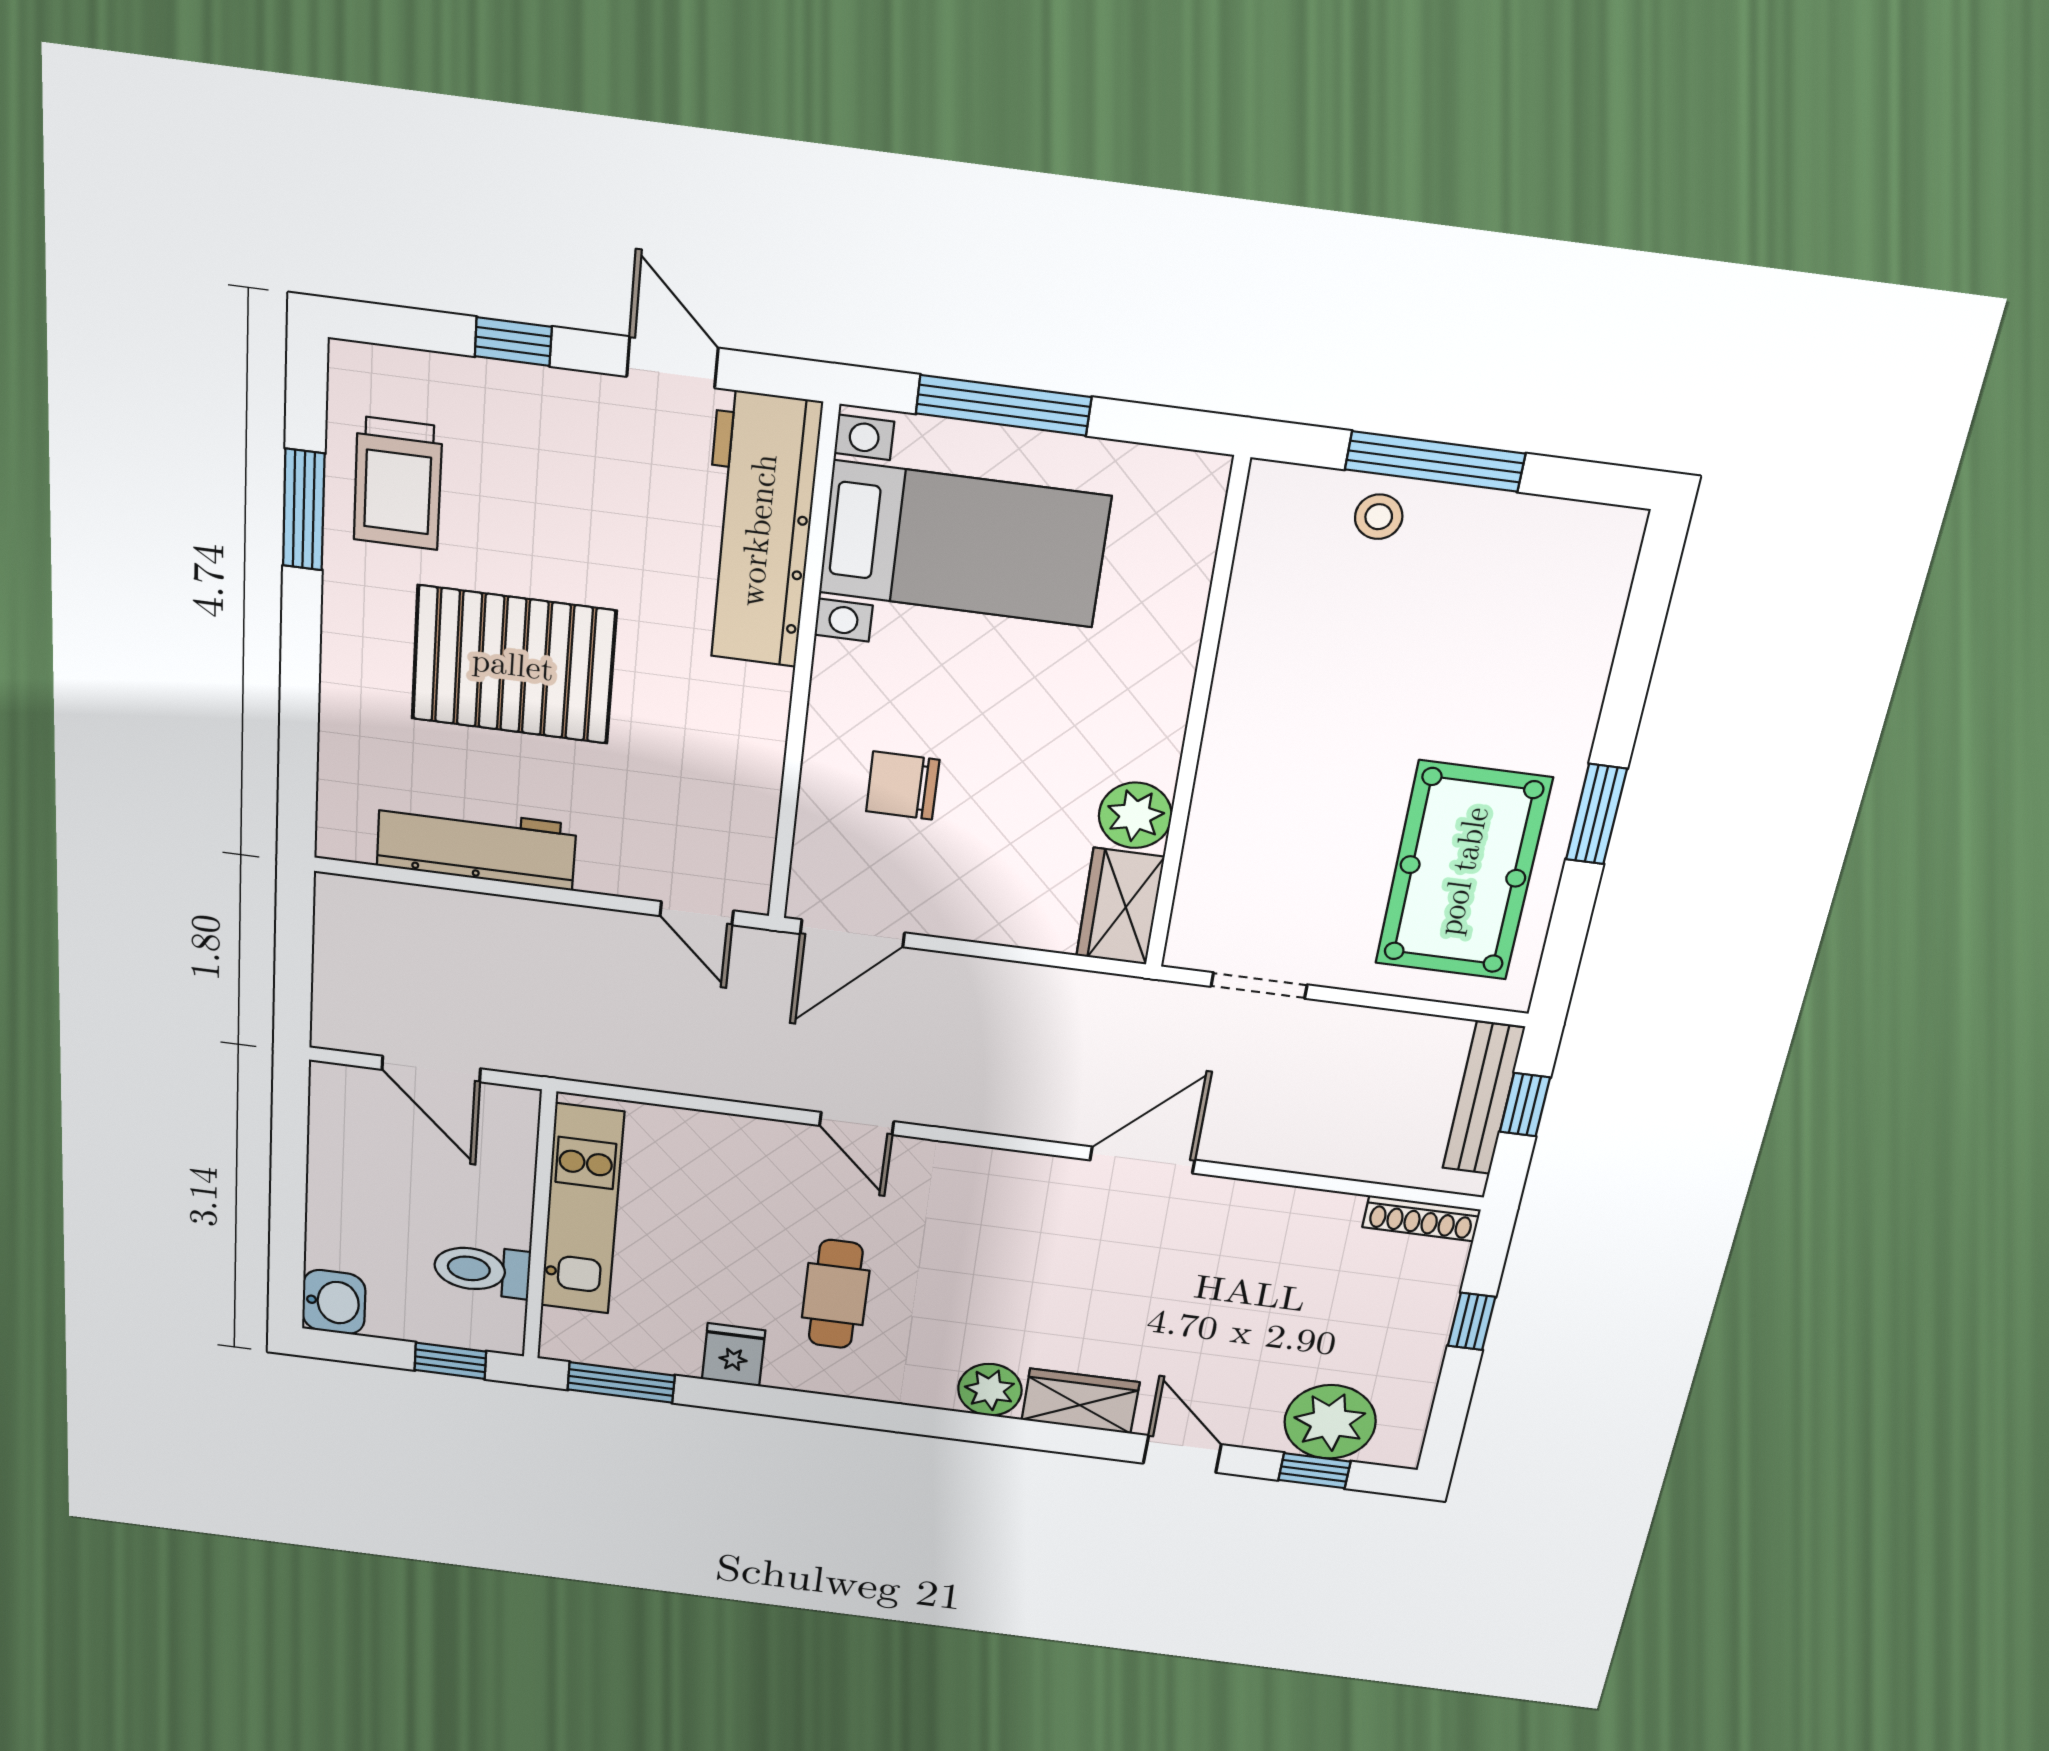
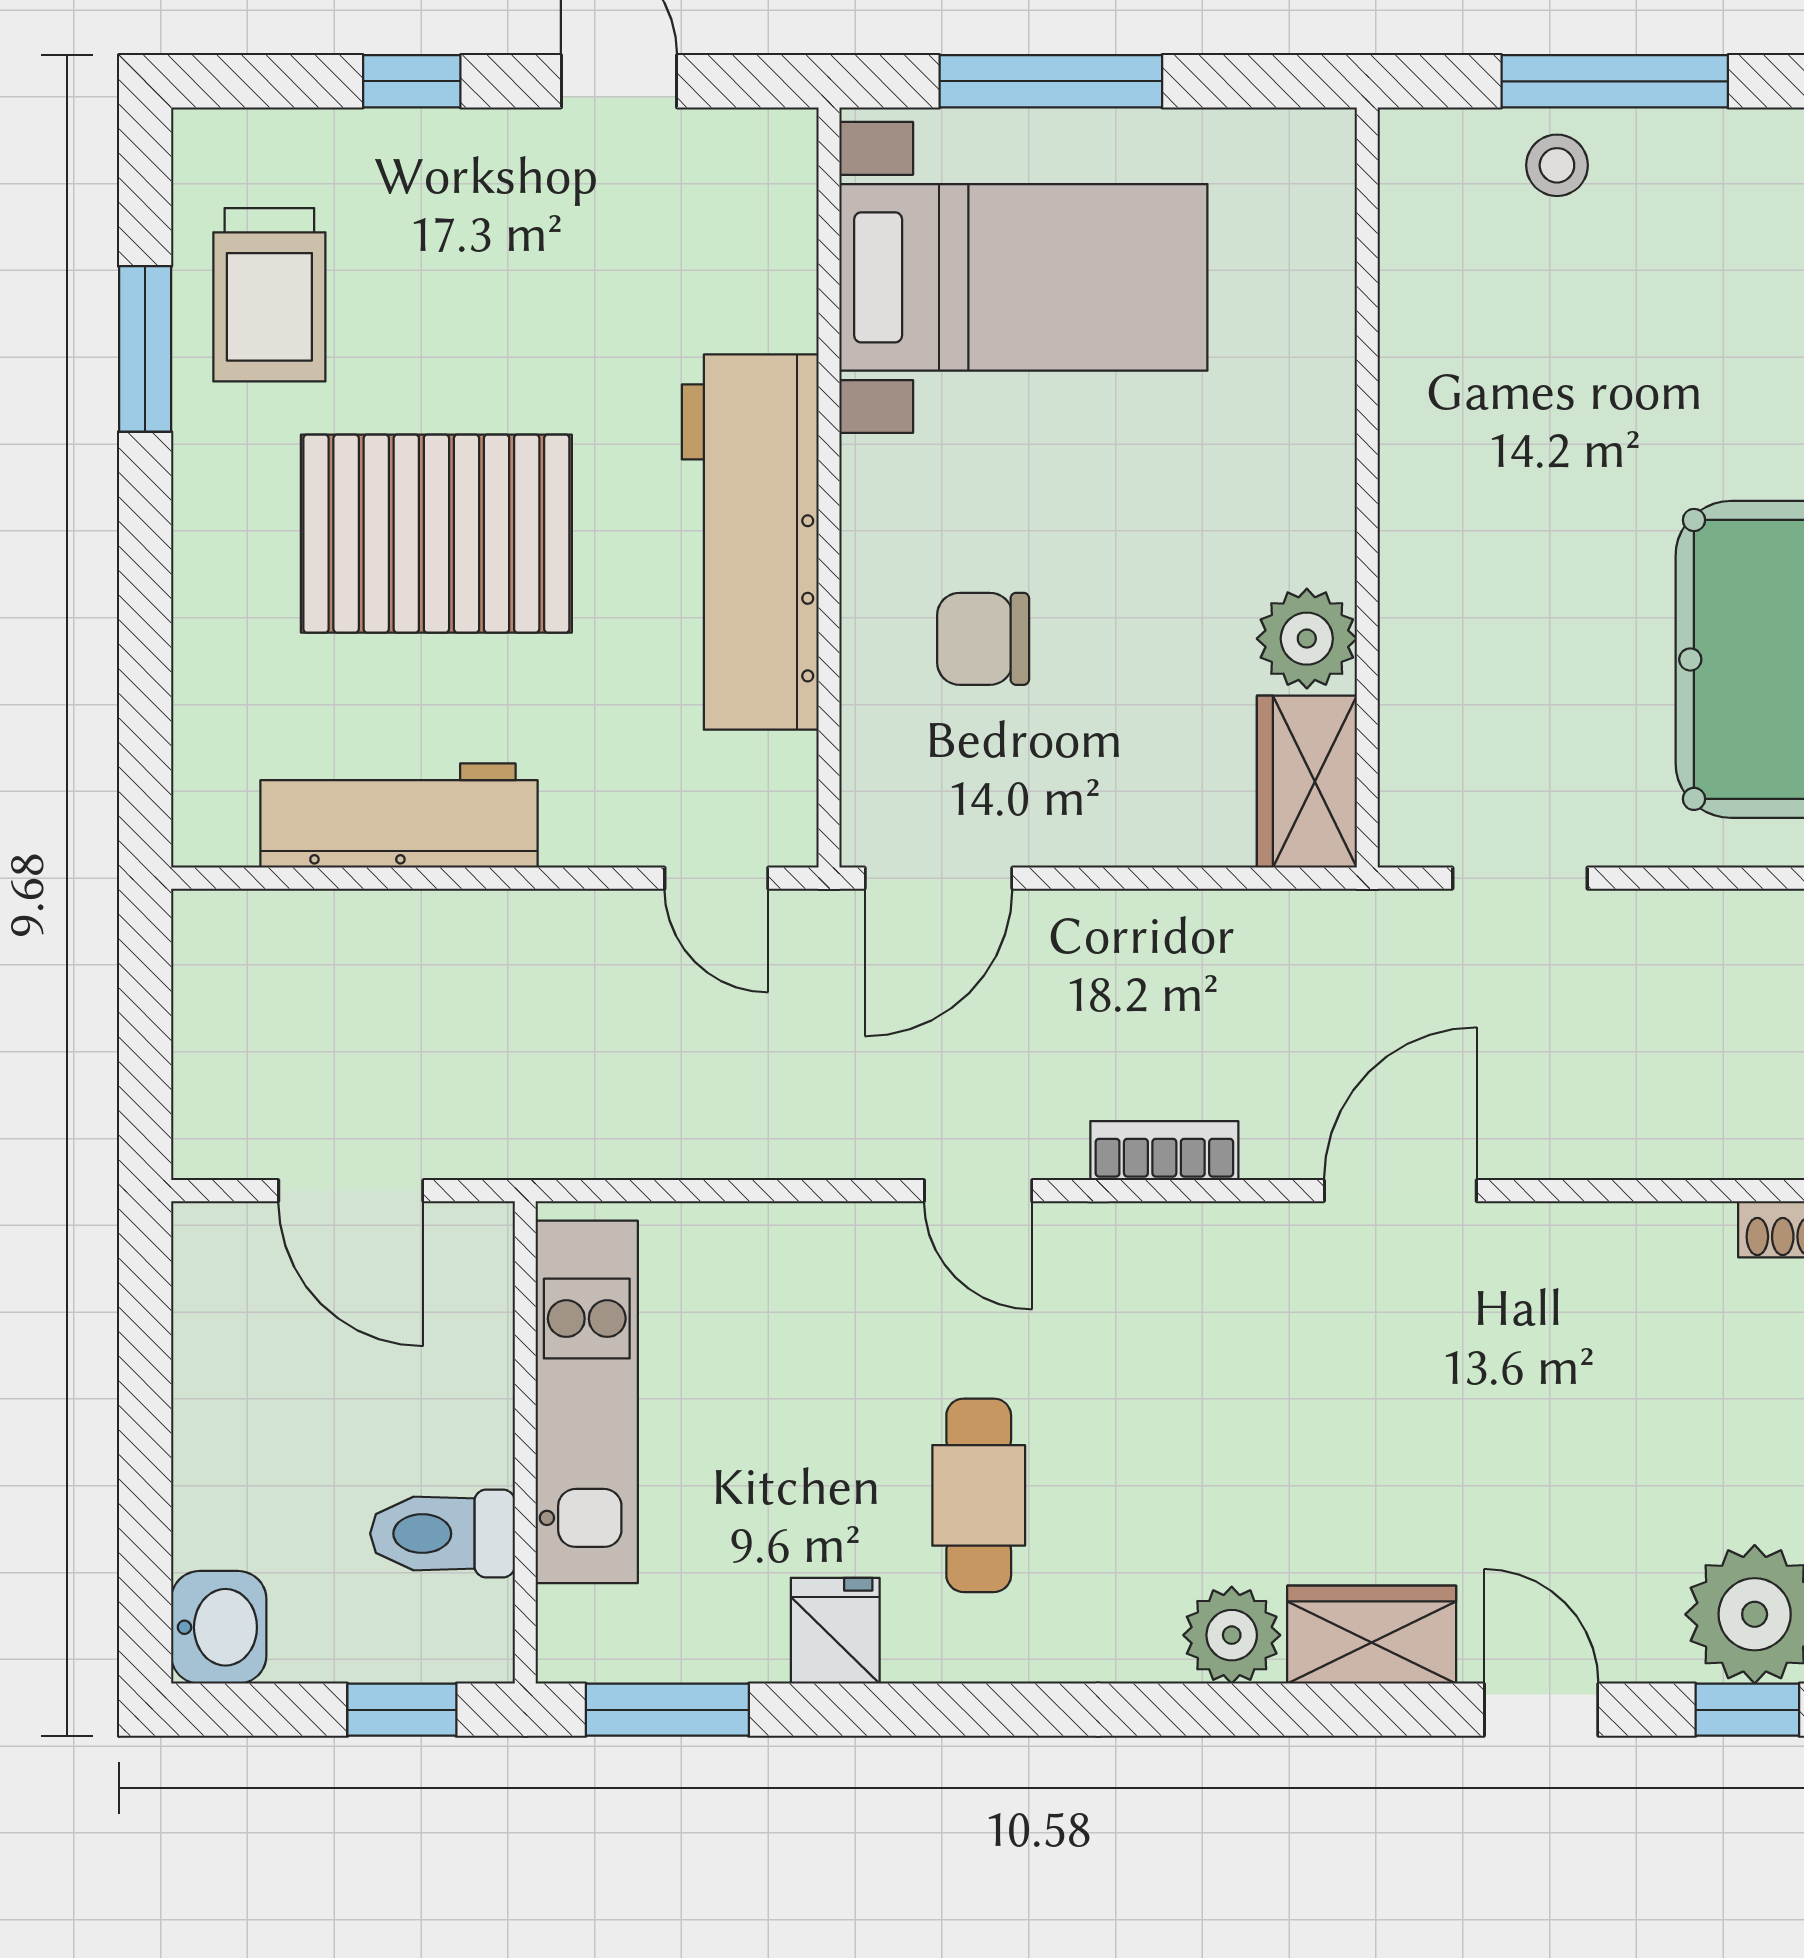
workbench: (758, 530) -> (750, 542), moved
bookcase: (986, 1117) -> (1164, 1151), added

